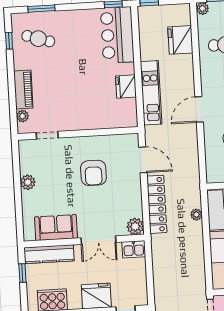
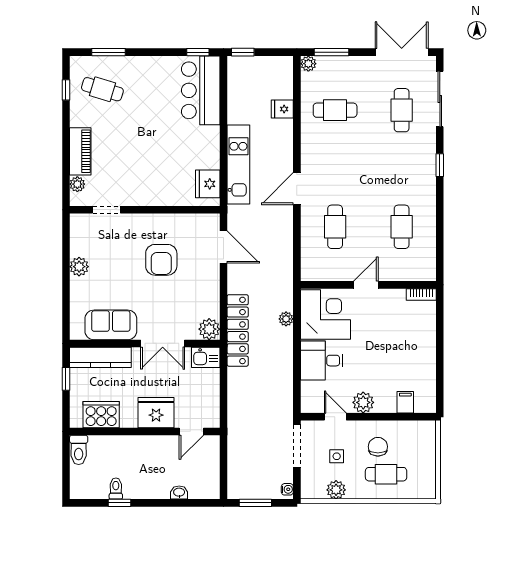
fridge: (180, 40) -> (282, 109), width x0.53, depth x0.75
fridge: (126, 86) -> (208, 184), moved
locker: (157, 204) -> (238, 330), moved

